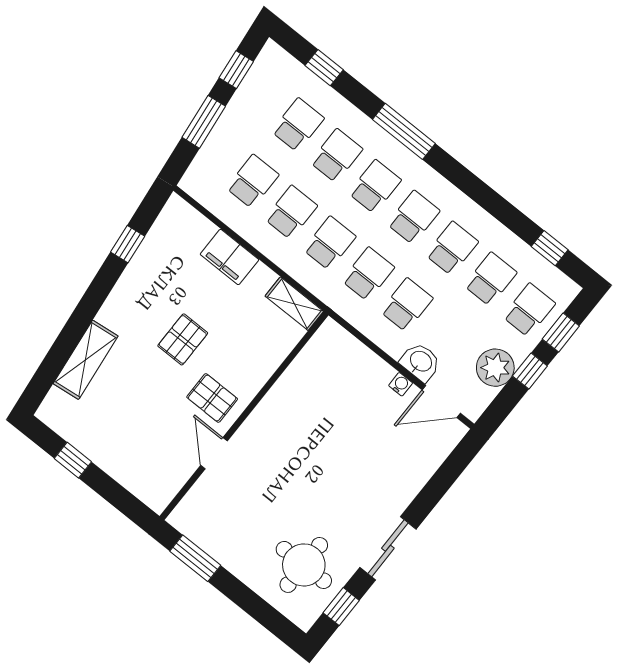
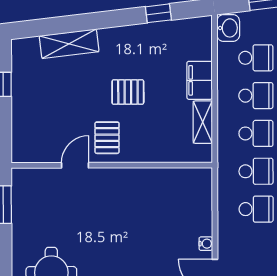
shelving: (294, 304) -> (203, 122), moved
washbasin: (420, 362) -> (228, 28), moved

